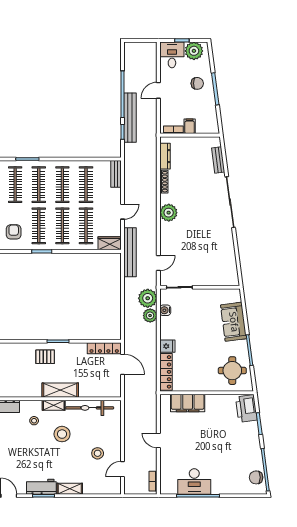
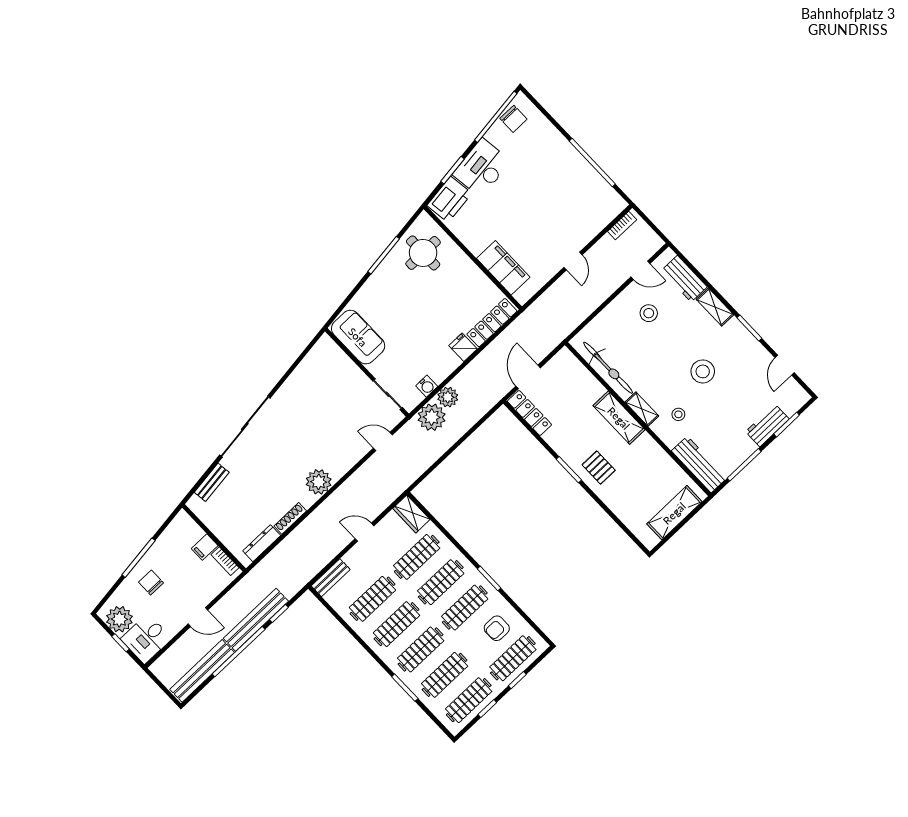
bench: (130, 252) -> (202, 671), moved
sofa: (234, 322) -> (358, 337), moved, turned -83
stool: (62, 434) -> (703, 371), moved
desk: (194, 481) -> (482, 168), moved, turned -97
workbench: (41, 487) -> (684, 279), moved

